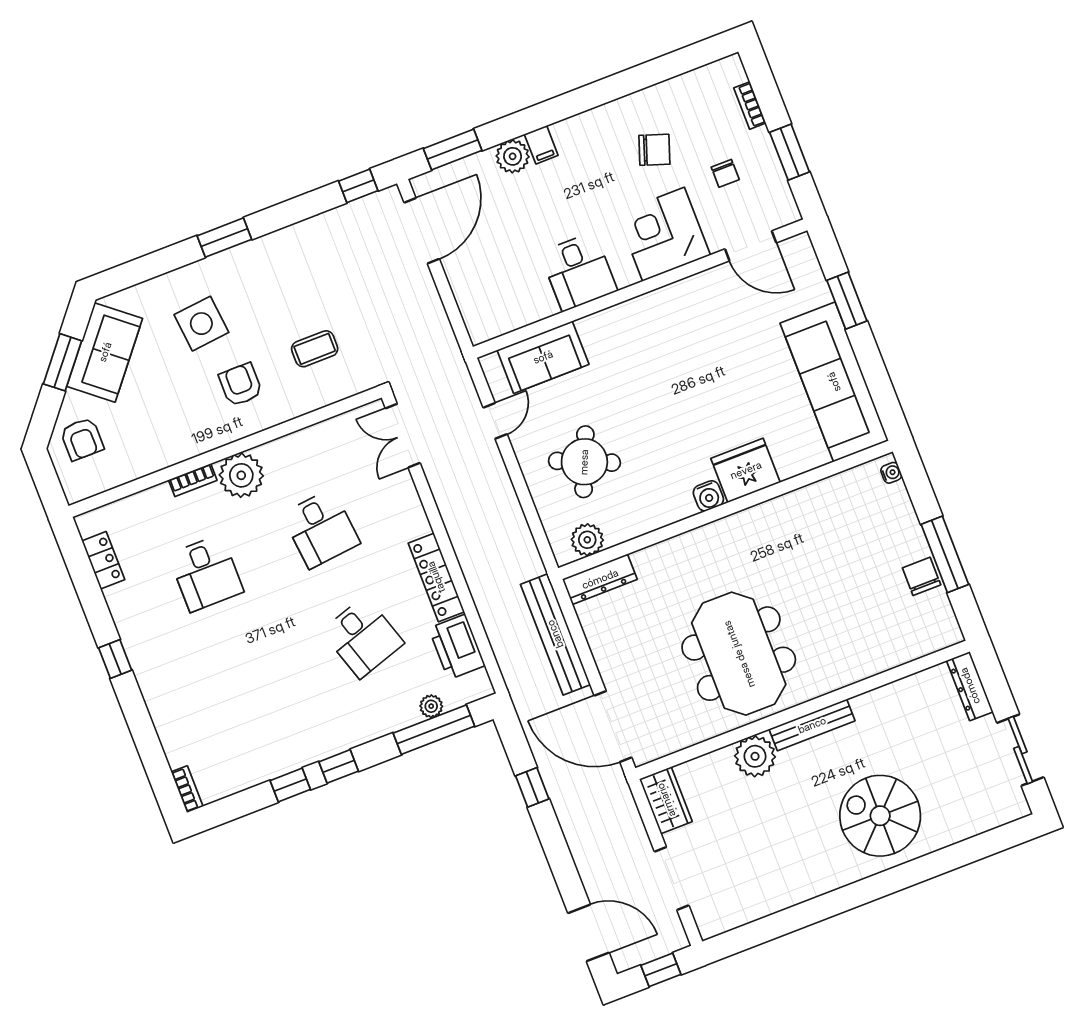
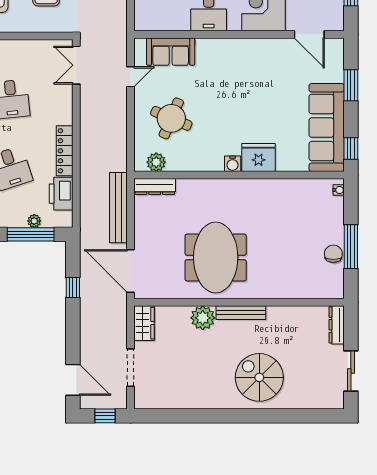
window: (885, 400) -> (351, 148), added

